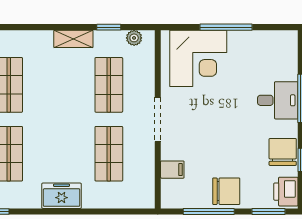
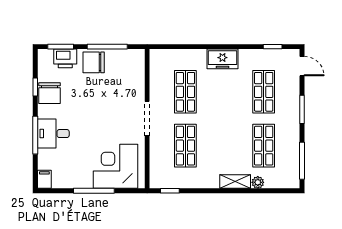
window: (109, 27) -> (170, 191), moved
plant: (134, 38) -> (258, 182), moved
shelving: (73, 39) -> (235, 182), moved
filing cabinet: (172, 170) -> (44, 179), moved, turned 90
printer: (286, 192) -> (65, 58), moved, turned 90

